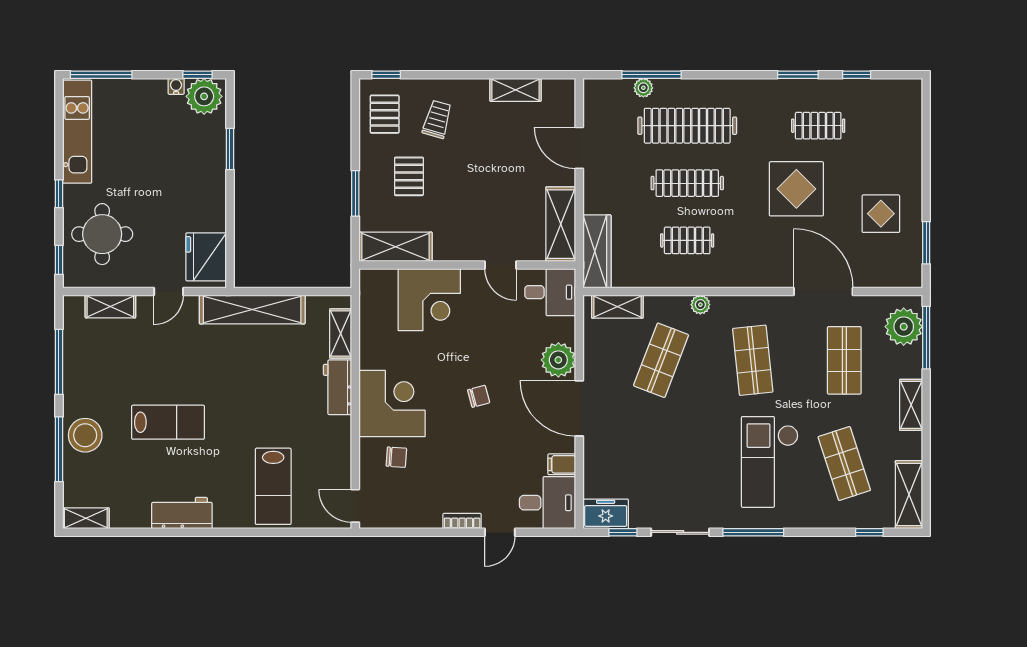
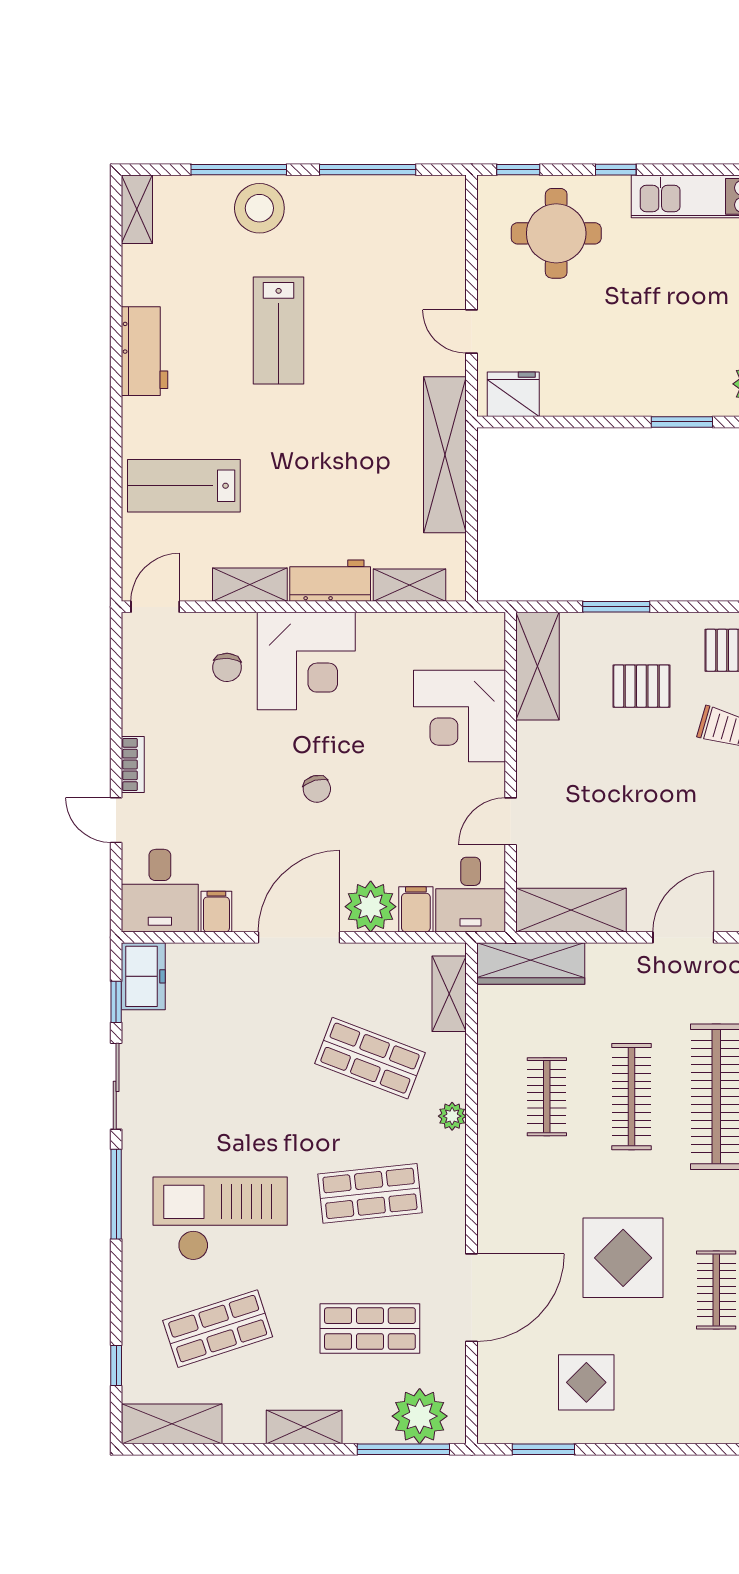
fridge: (206, 257) -> (513, 394), width x0.73, depth x0.75
shelving: (110, 306) -> (250, 585), moved, turned 90
filing cabinet: (560, 329) -> (416, 909), added

